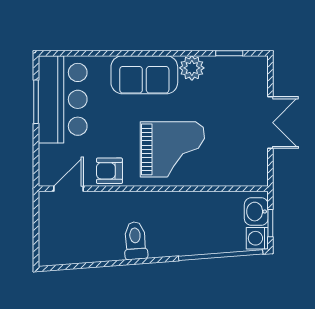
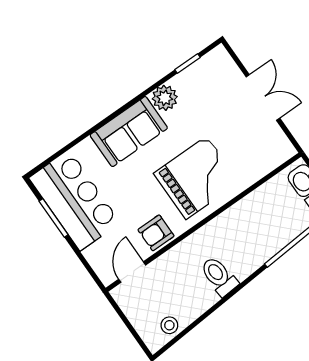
stool: (68, 252) -> (169, 325), added

